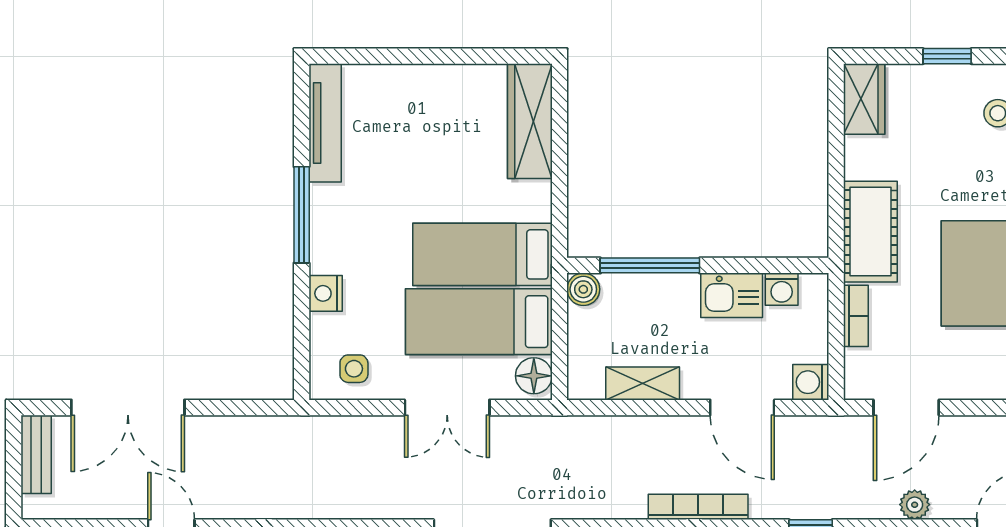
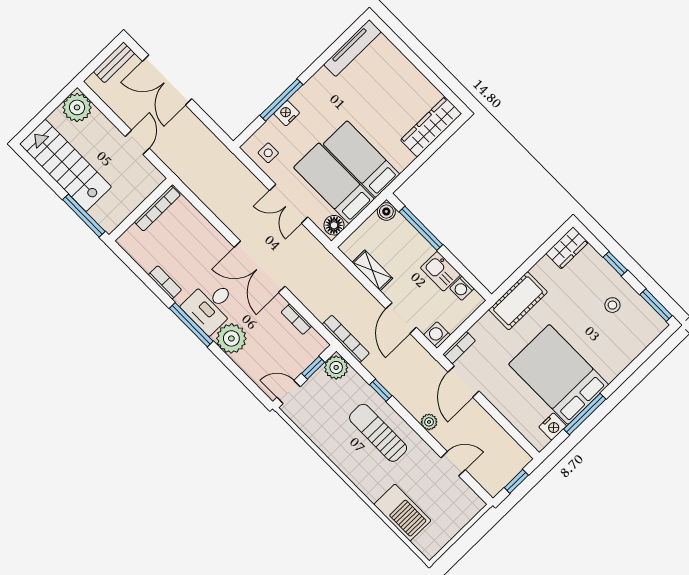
window: (302, 215) -> (281, 100), moved
bookcase: (856, 316) -> (459, 348), moved
door: (906, 408) -> (463, 382), hinge flipped

